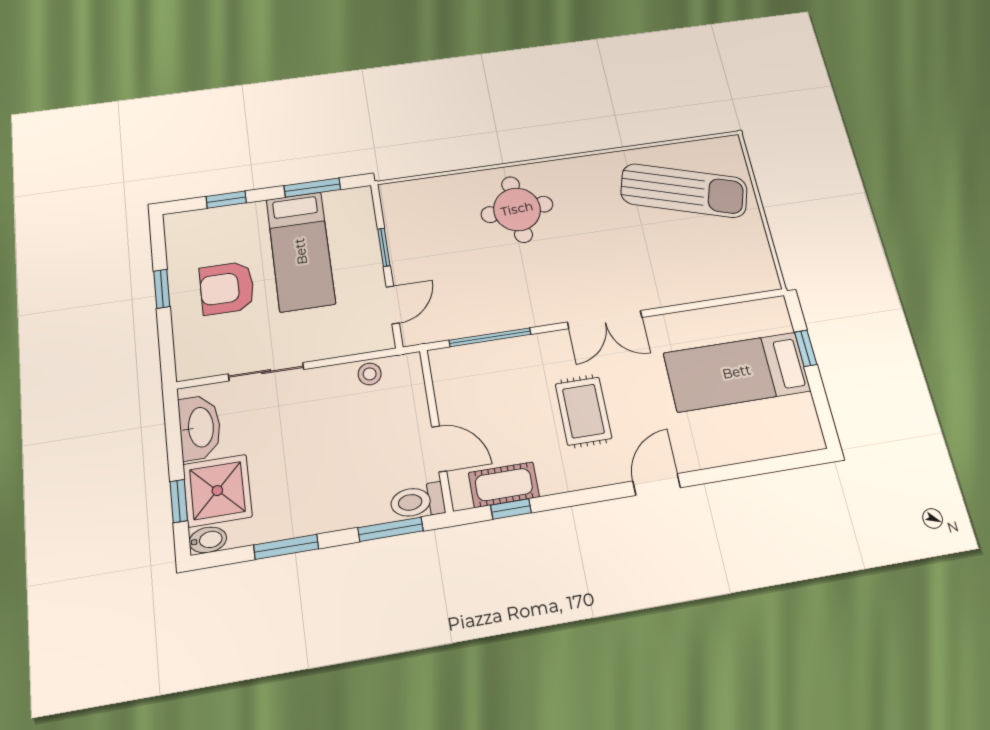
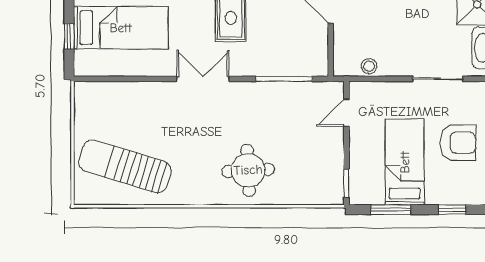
window: (384, 247) -> (347, 183), moved

